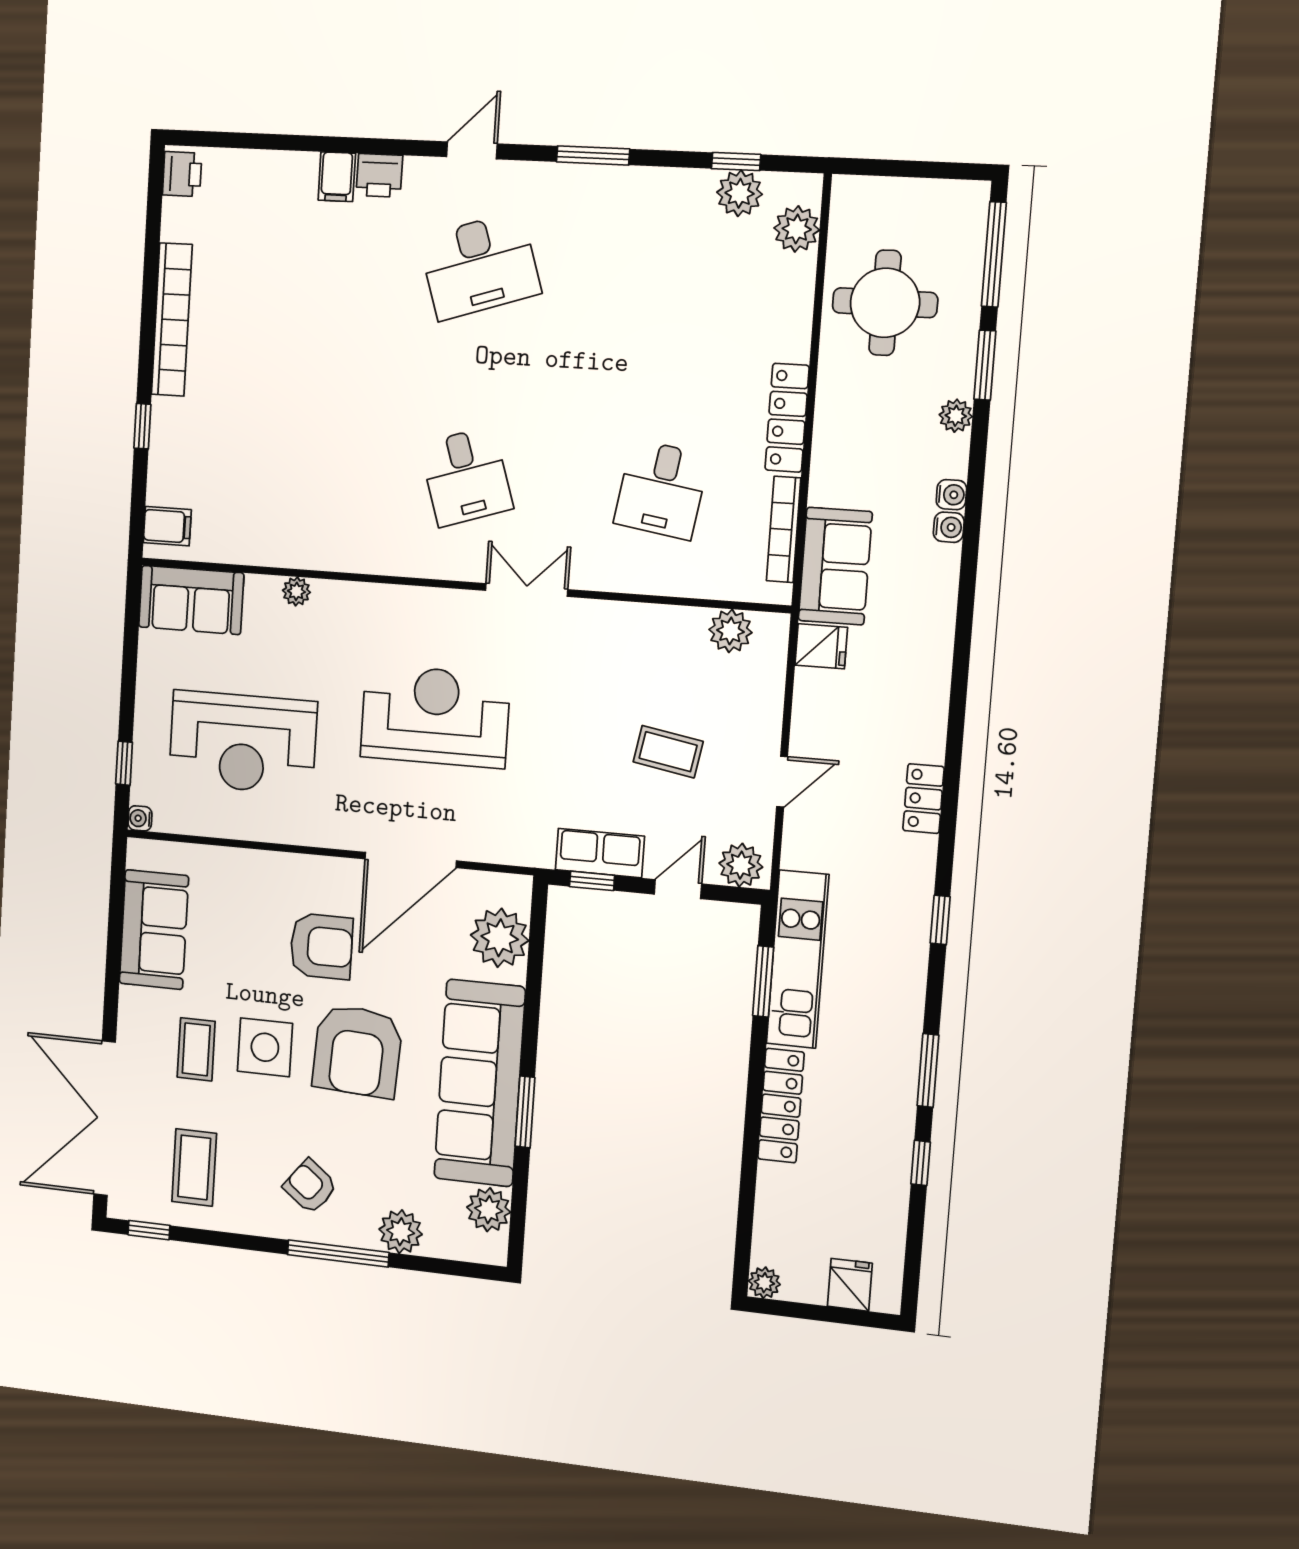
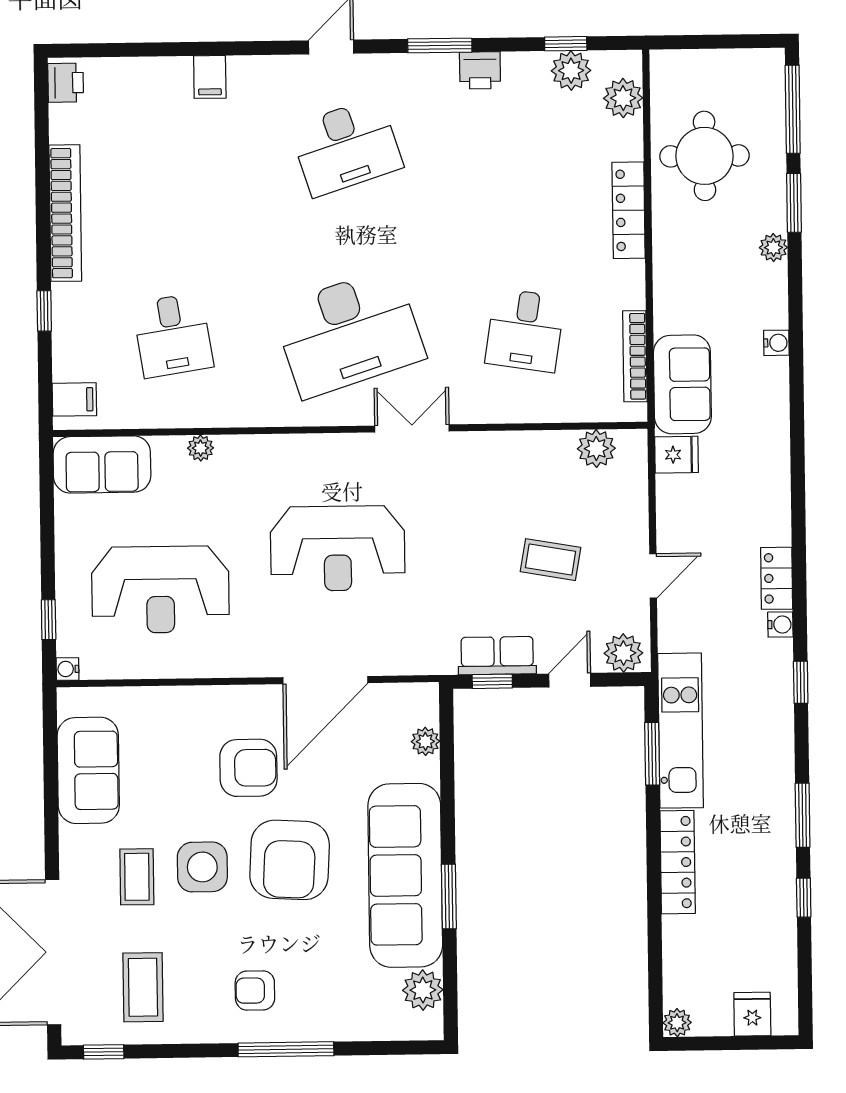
printer: (379, 175) -> (480, 70), moved
locker: (787, 418) -> (629, 210), moved
desk: (276, 464) -> (173, 335), added
desk: (466, 476) -> (349, 333), width x1.87, depth x1.30
water cooler: (951, 495) -> (780, 625), moved
reception desk: (435, 716) -> (338, 548), turned 180
plant: (500, 938) -> (425, 741), width x0.53, depth x0.53
armchair: (310, 1186) -> (255, 990), turned -38
plant: (401, 1232) -> (343, 1021), removed

